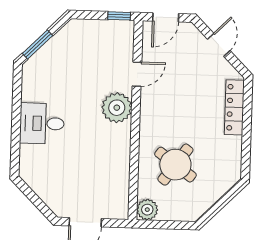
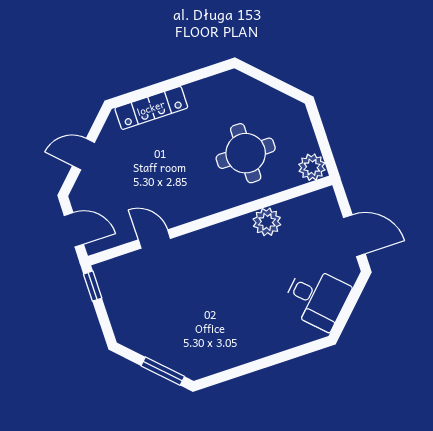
plant: (117, 108) -> (267, 222), moved, width x0.73, depth x0.73
desk: (42, 123) -> (316, 298), moved, turned -45
round table: (175, 165) -> (246, 153), turned -36

